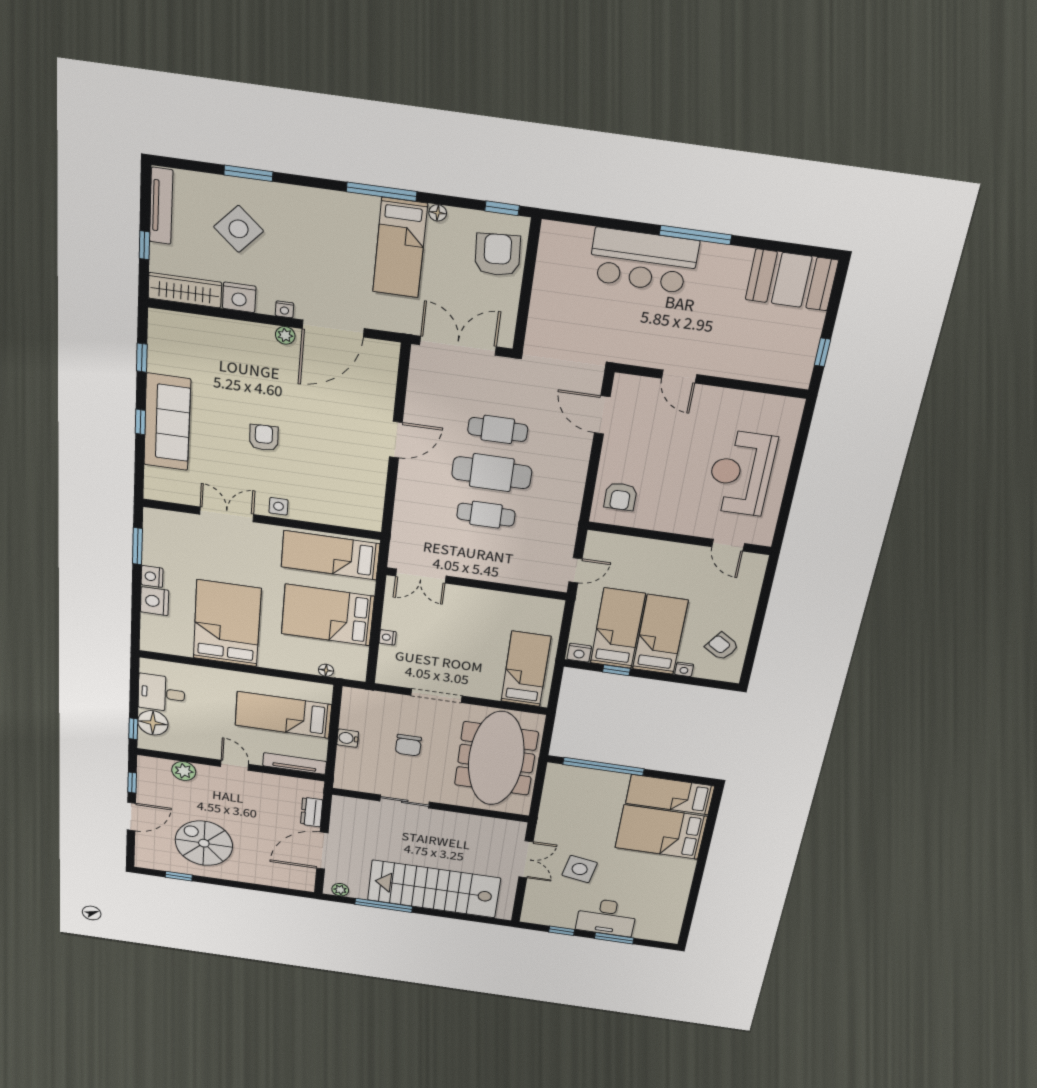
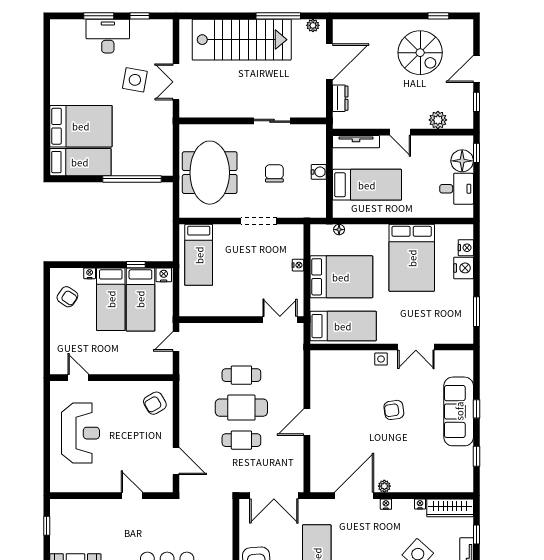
nightstand: (239, 297) -> (420, 504), width x0.53, depth x0.56
armchair: (264, 438) -> (394, 410), turned 84
armchair: (620, 497) -> (155, 403), turned -120
nightstand: (152, 577) -> (466, 248), moved
meeting table: (496, 759) -> (210, 173), width x0.73

